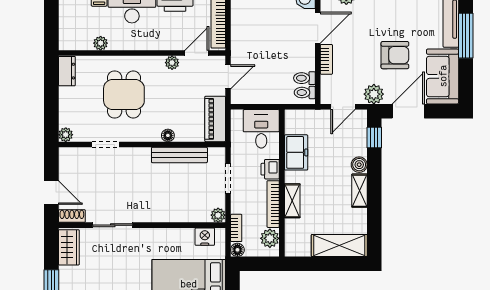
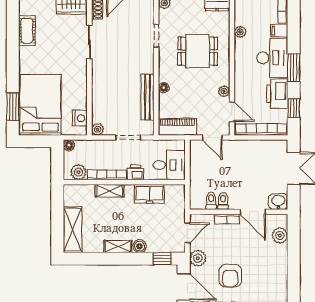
toilet: (305, 93) -> (223, 201), moved
door: (343, 107) -> (187, 233), swing flipped
bookcase: (236, 228) -> (87, 144), removed

